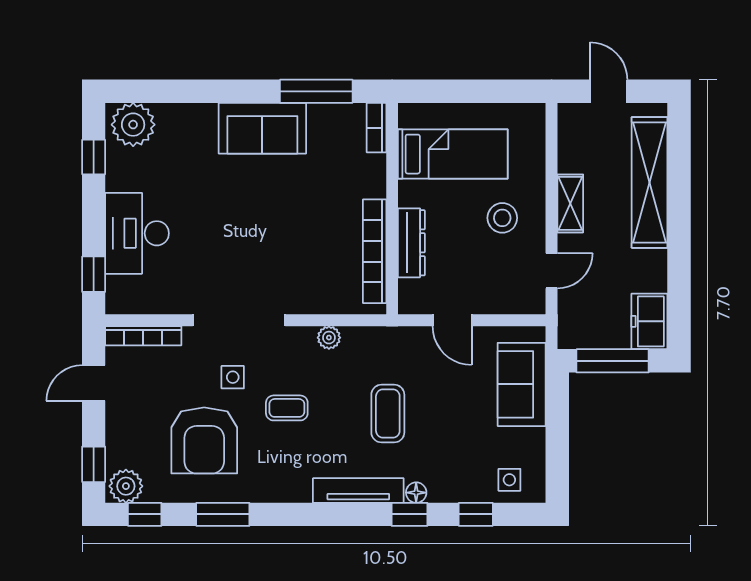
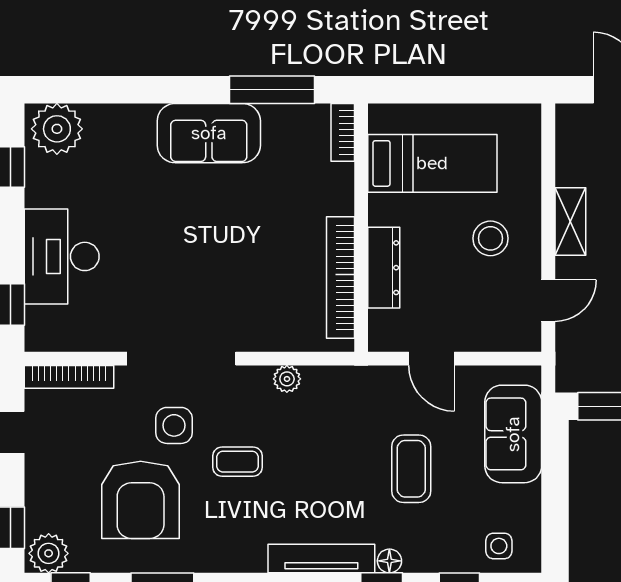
side table: (233, 377) -> (174, 425), width x1.37, depth x1.37
coffee table: (388, 414) -> (411, 469), moved

